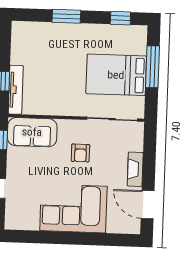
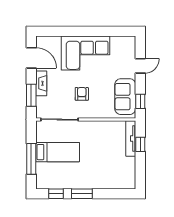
window: (66, 16) -> (82, 194), moved
bed: (116, 75) -> (58, 152), width x0.67
sofa: (32, 132) -> (125, 97), moved, turned -90
window: (149, 153) -> (31, 95), added

